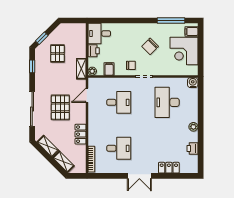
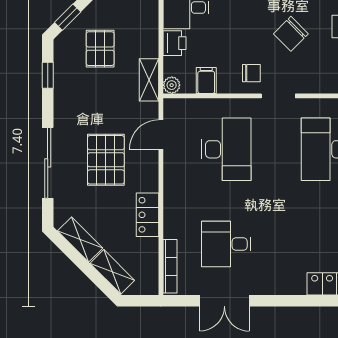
desk: (119, 102) -> (226, 149), width x1.37
desk: (119, 148) -> (226, 244), turned 180
double door: (139, 176) -> (224, 301), moved

